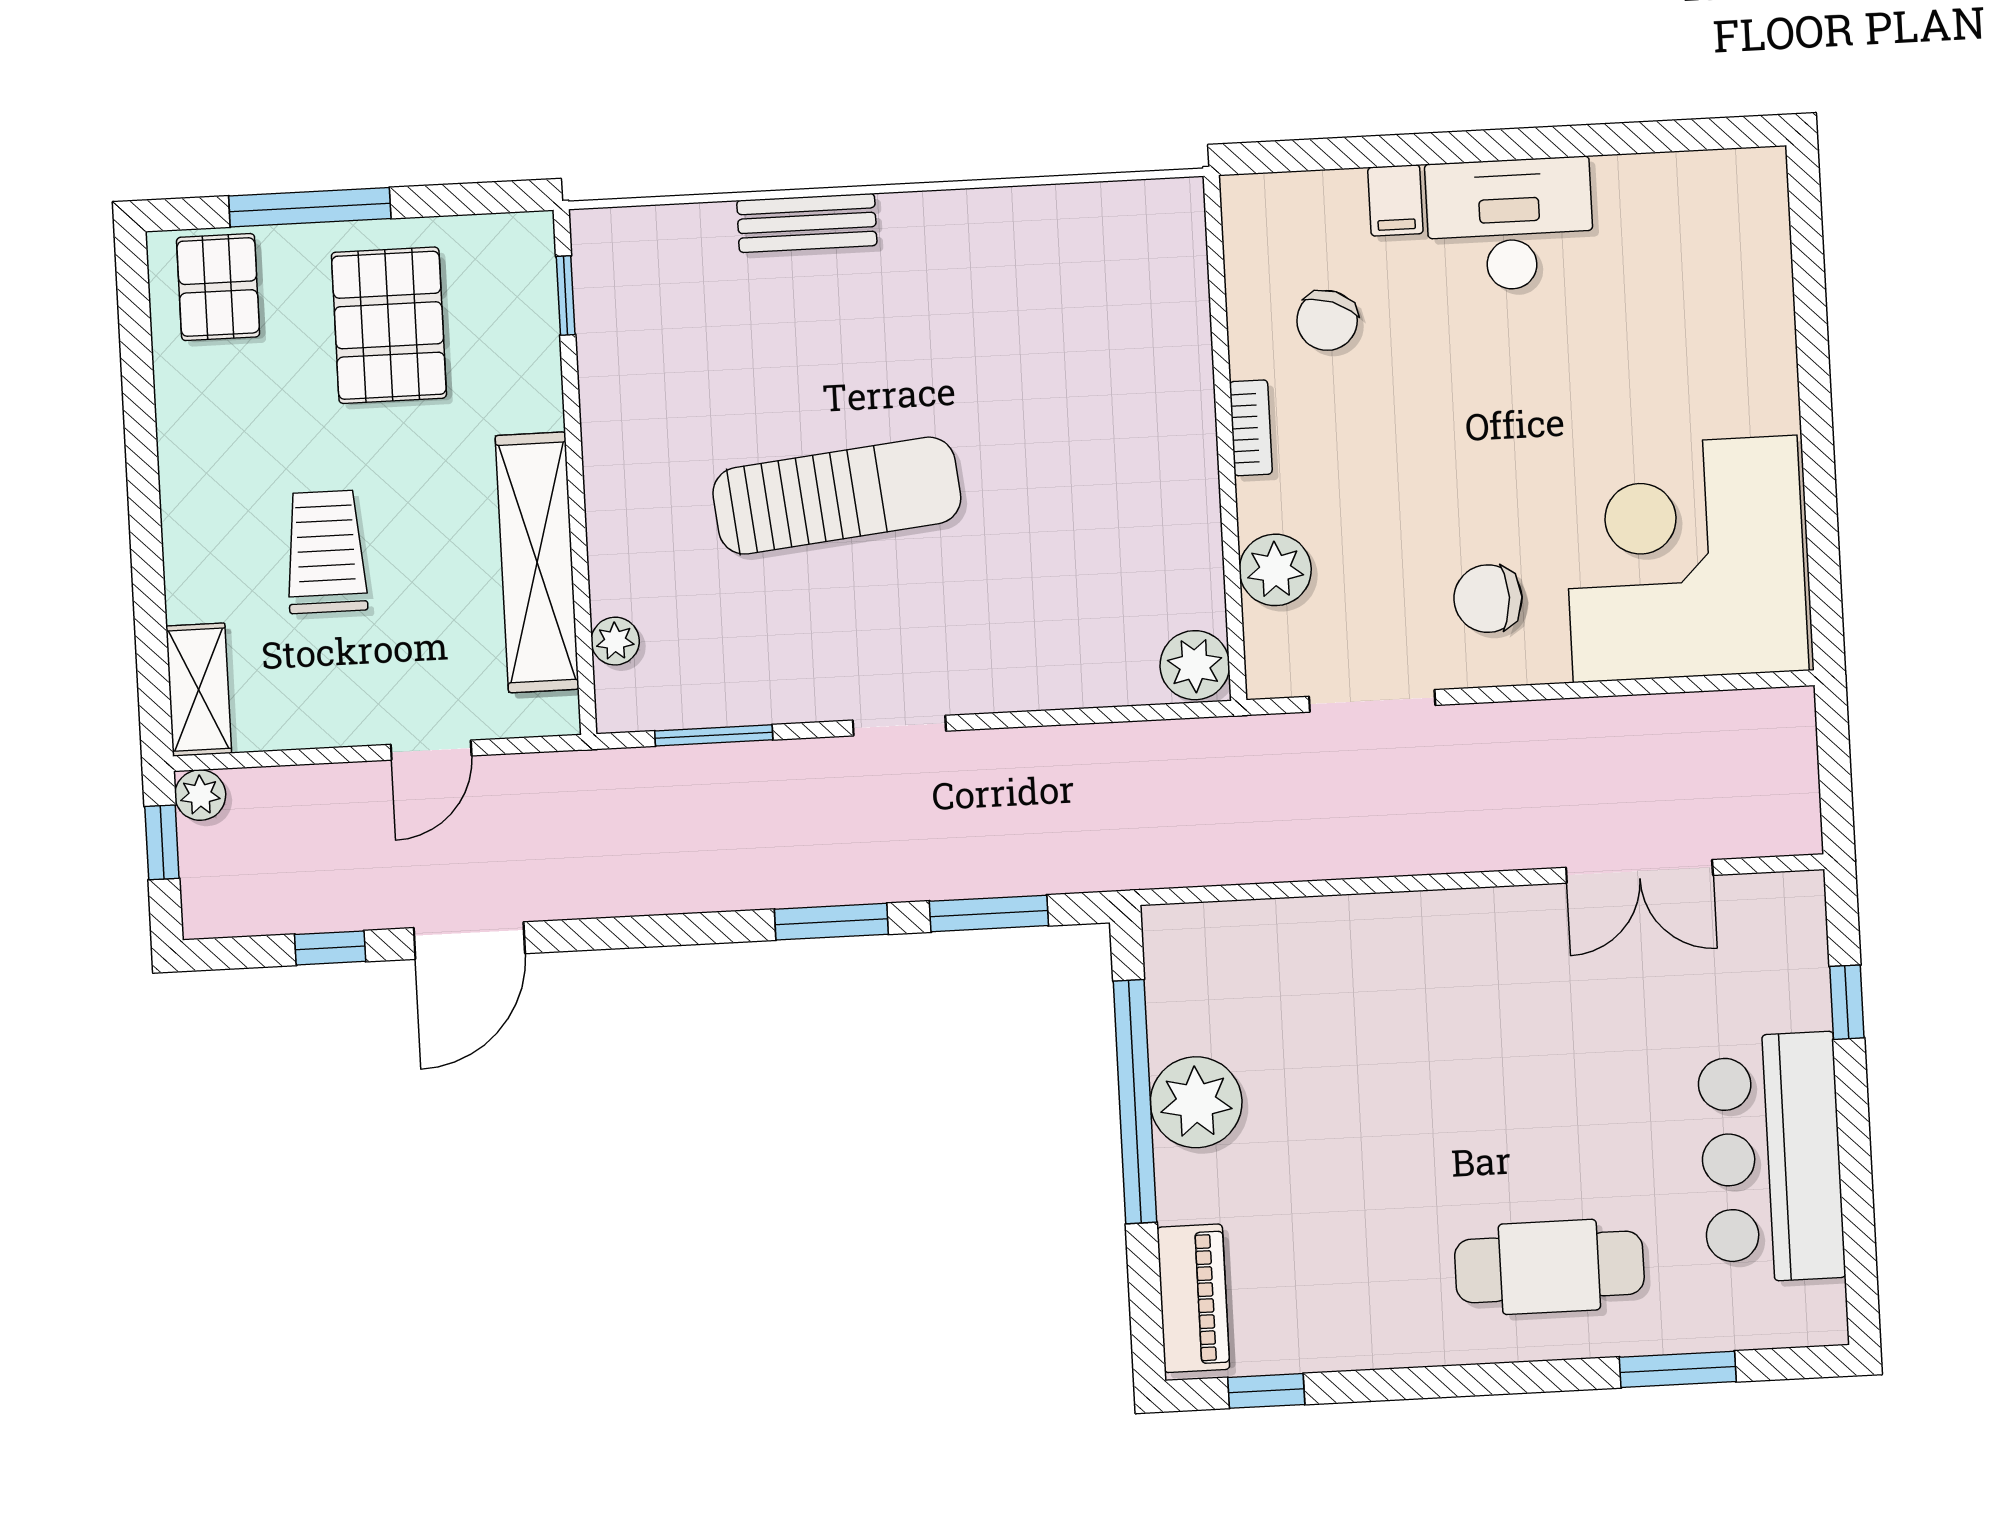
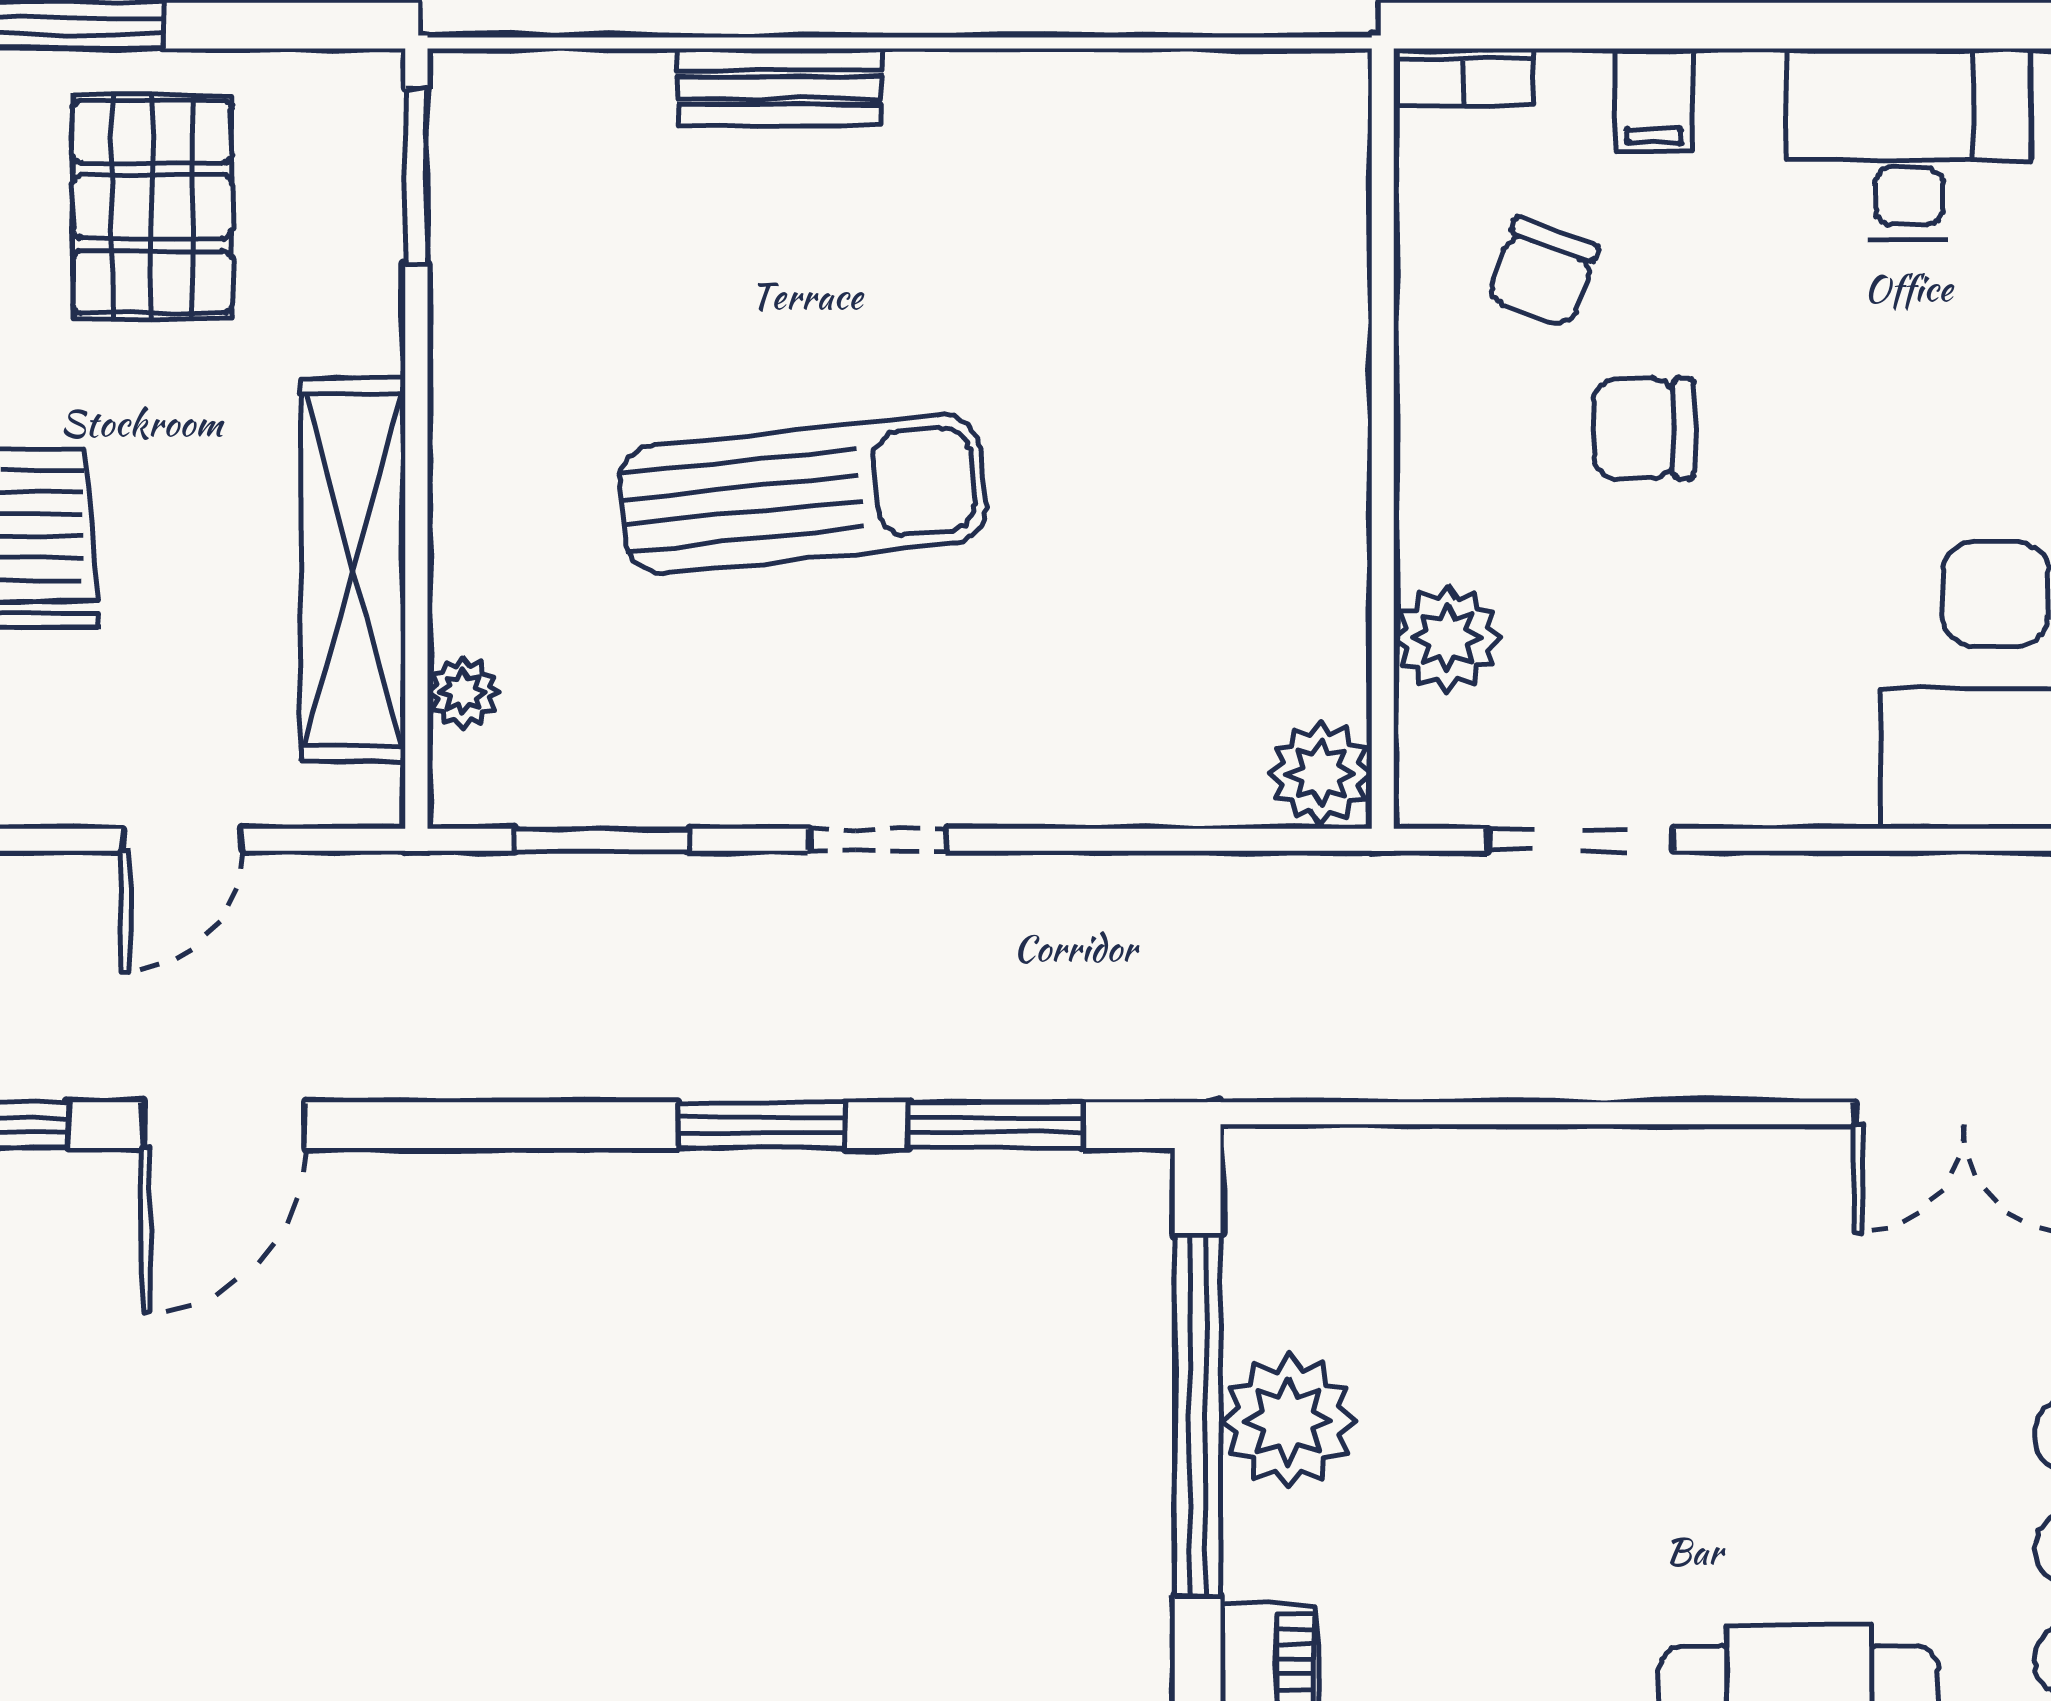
desk: (1510, 224) -> (1909, 144), moved
window: (566, 295) -> (416, 176), width x1.50
bookcase: (1251, 428) -> (1464, 77), moved, turned 90
chair: (1488, 599) -> (1644, 429), moved

